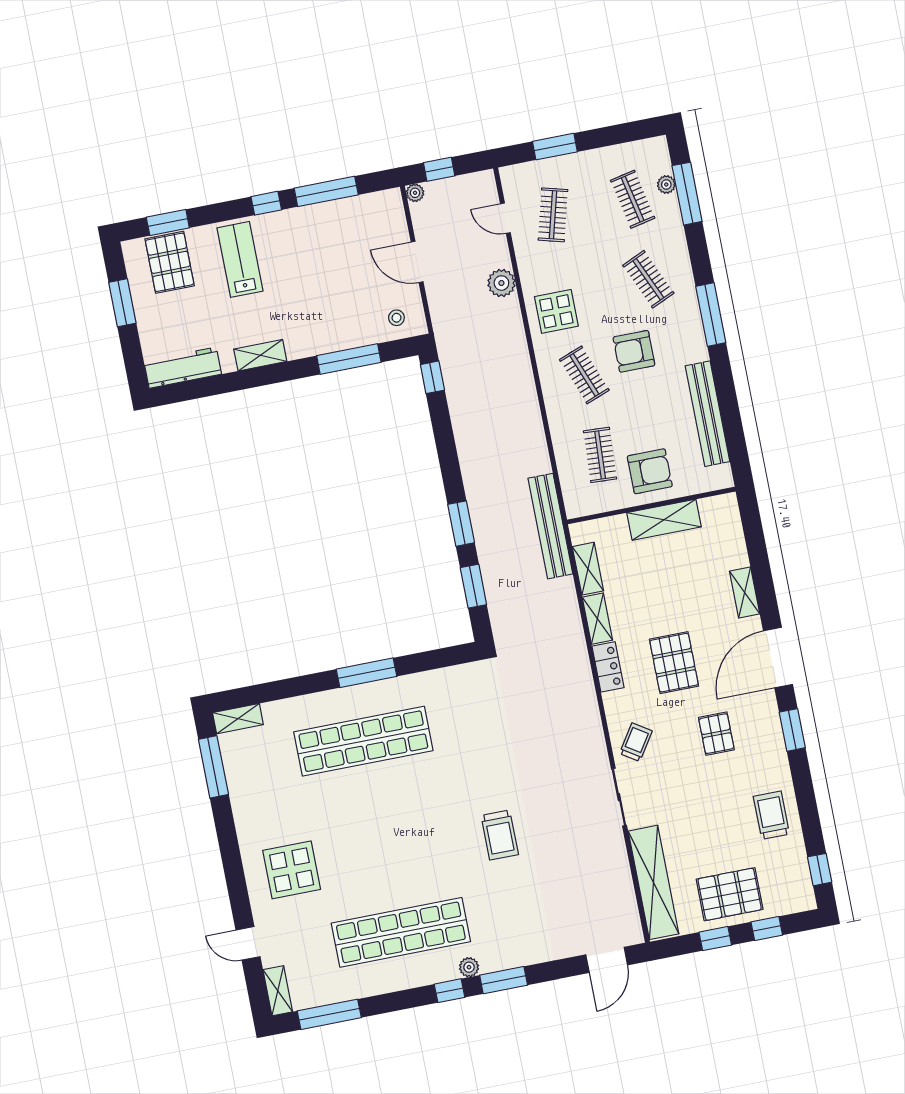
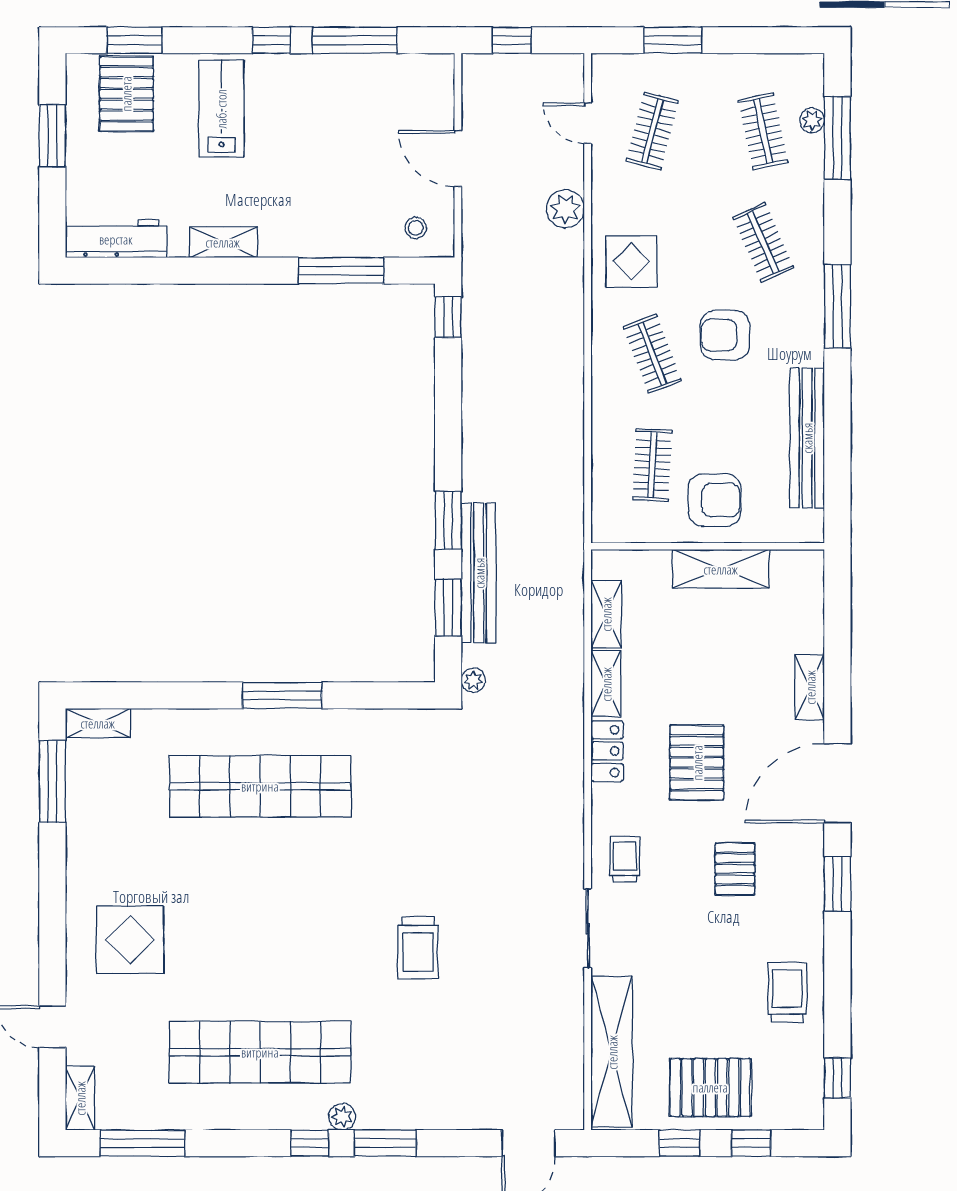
plant: (415, 193) -> (473, 680), moved
bench: (550, 526) -> (479, 573), moved
trolley: (636, 742) -> (625, 859), turned -33

